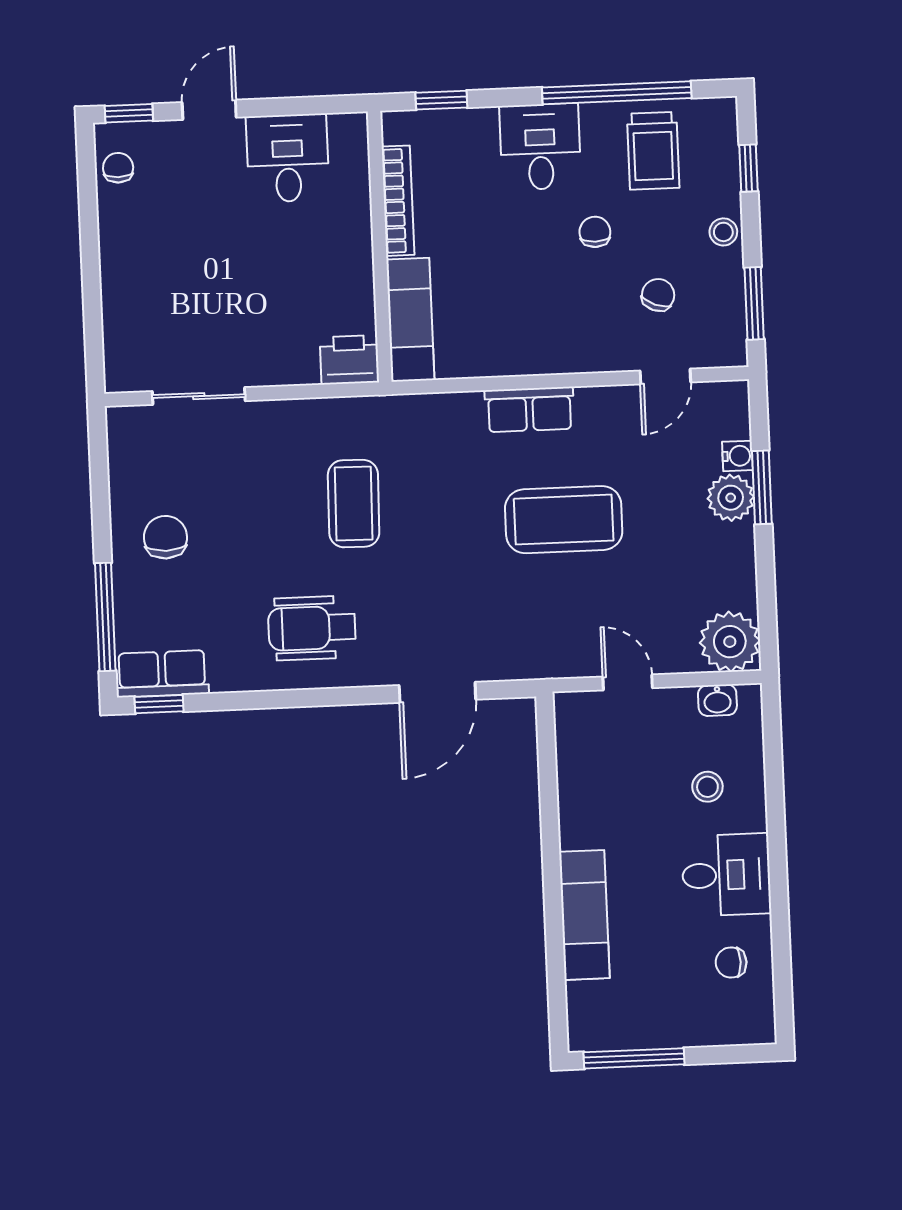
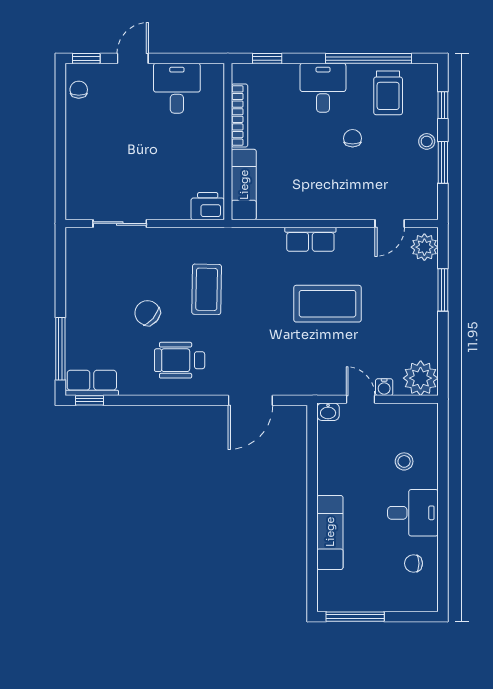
chair: (658, 295) -> (388, 176), removed
window: (754, 303) -> (443, 162), moved
water cooler: (738, 456) -> (384, 387), moved, turned 90
plant: (731, 498) -> (424, 247), moved
chair: (165, 537) -> (147, 313), moved, turned -50
washbasin: (717, 700) -> (328, 412), moved

